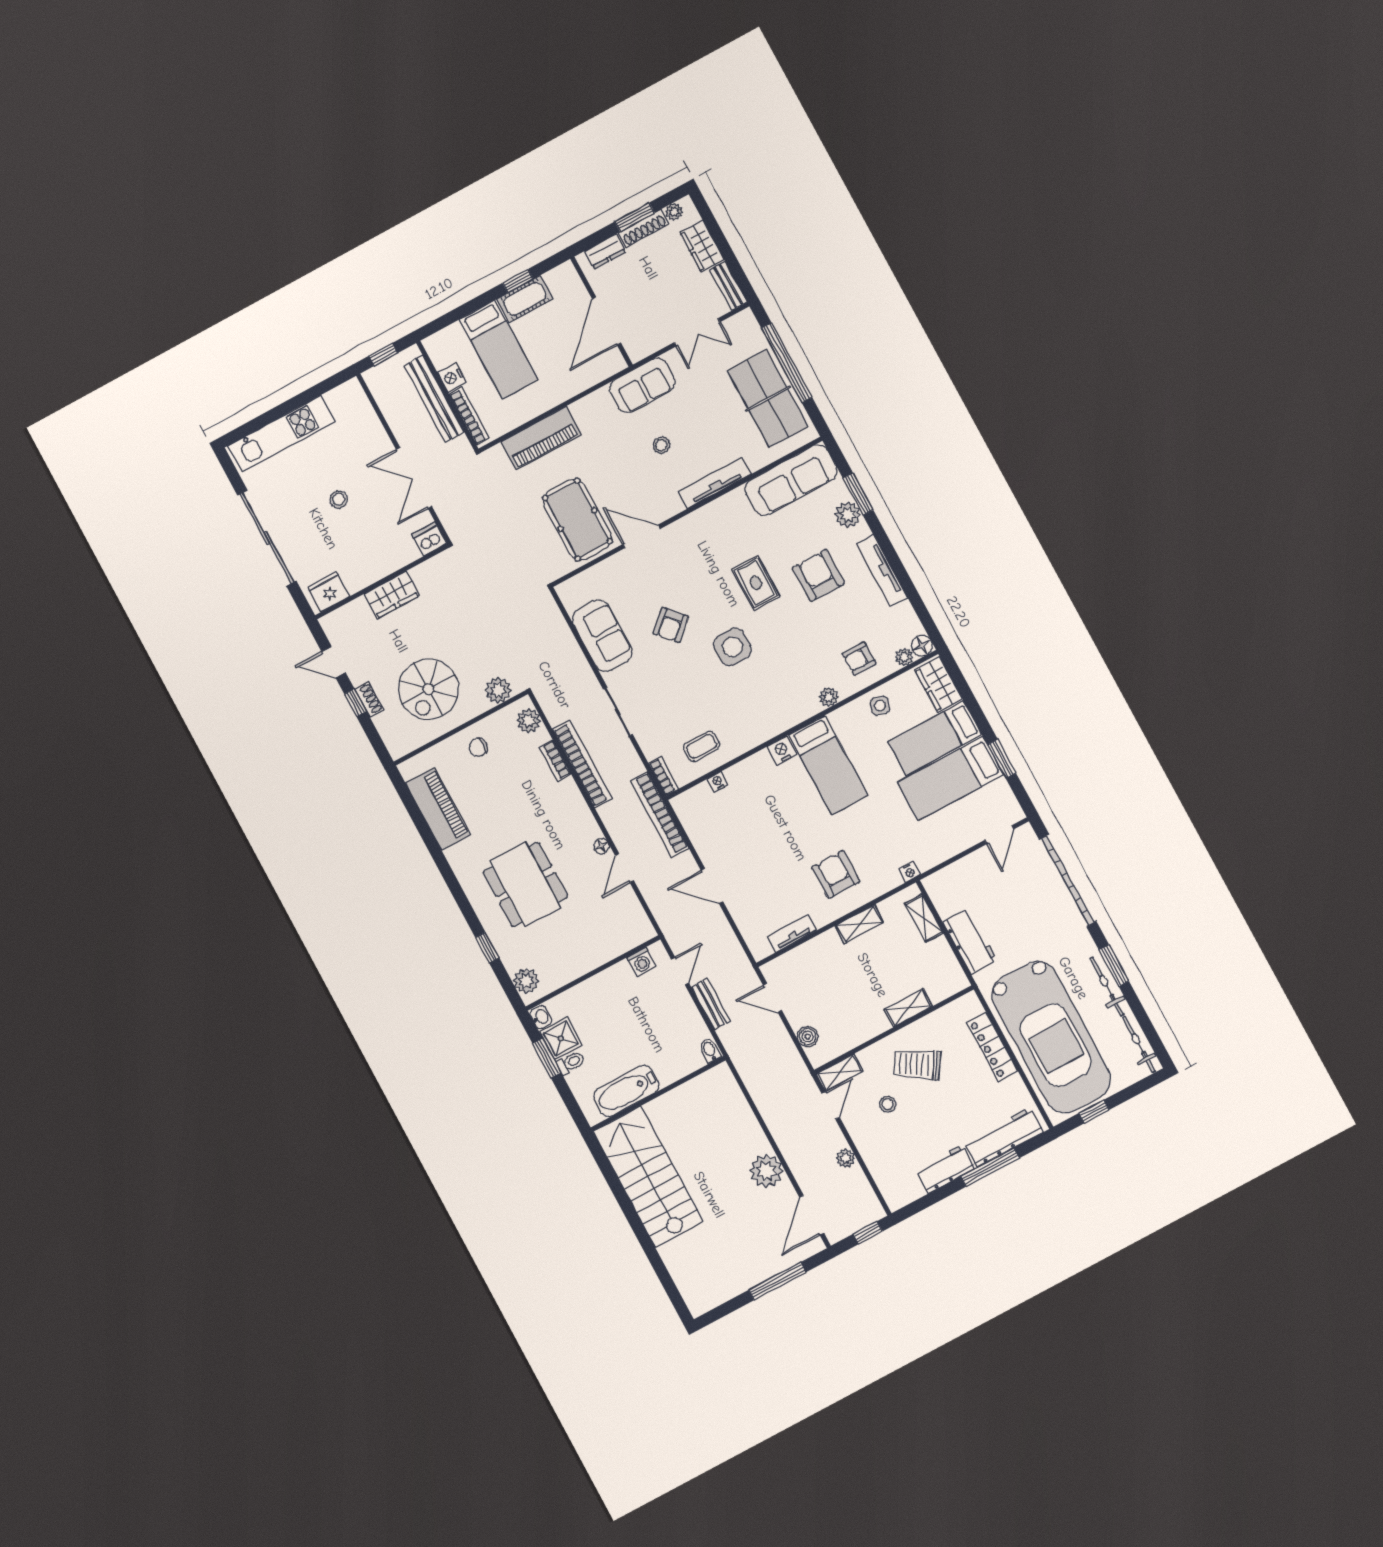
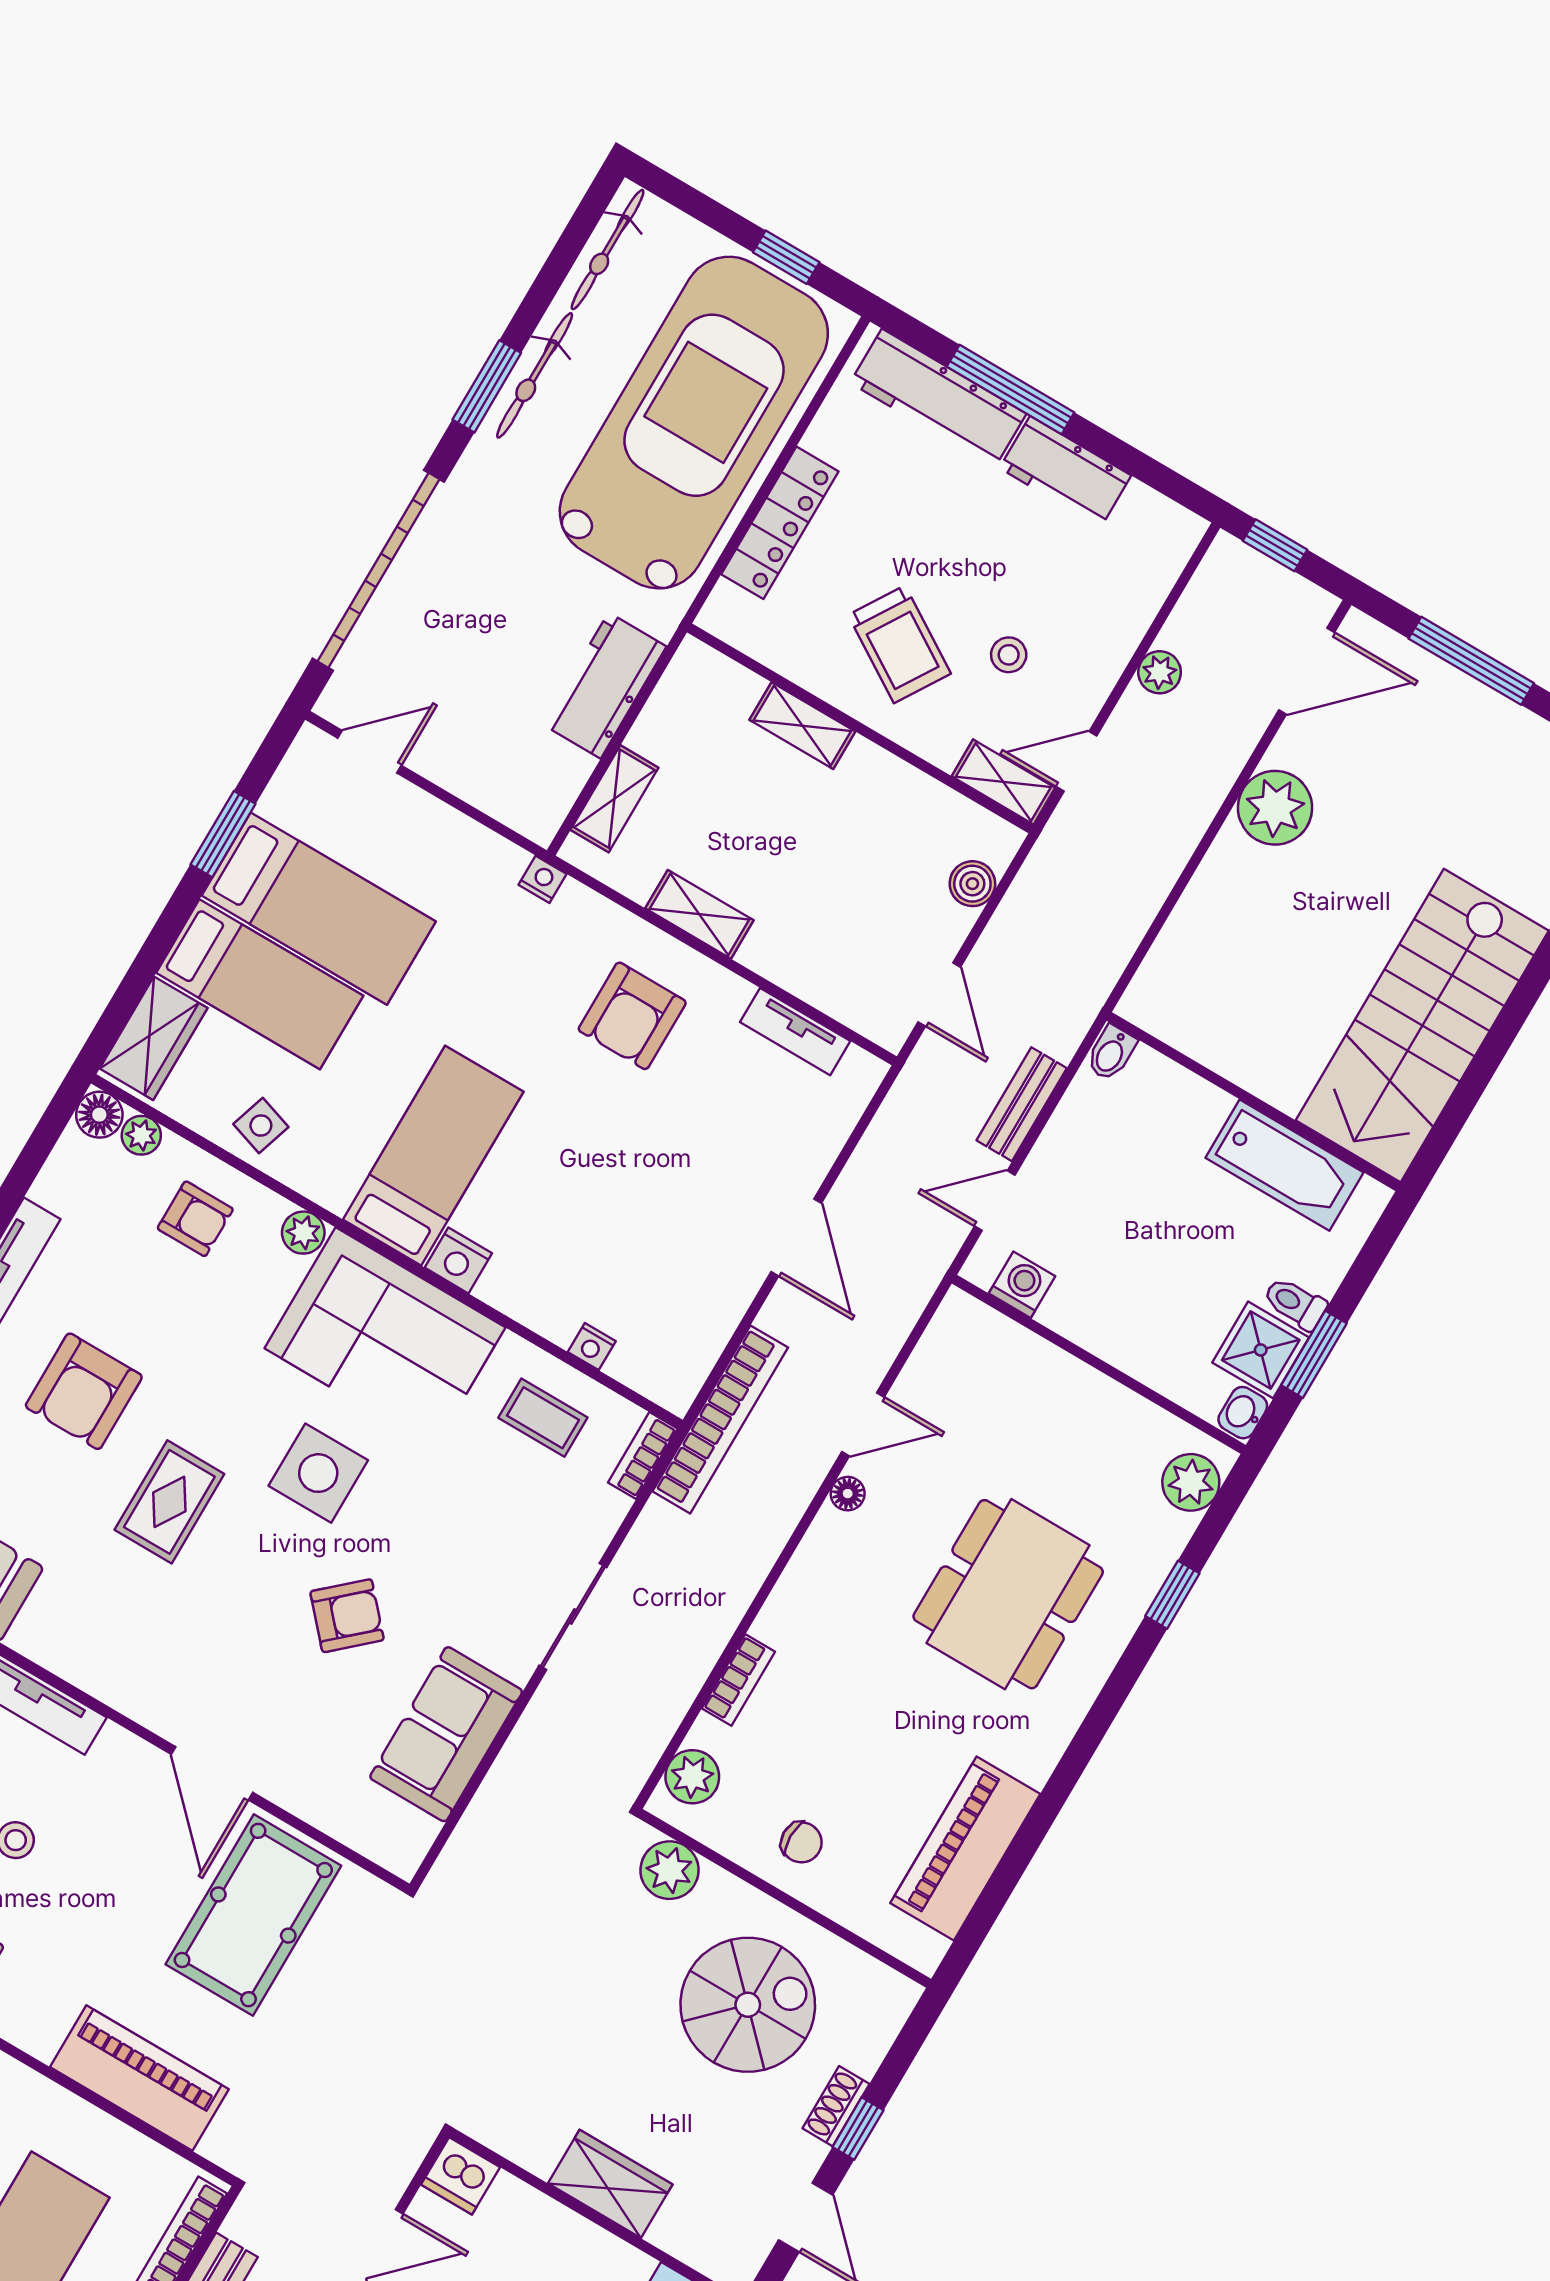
corner sofa: (769, 704) -> (385, 1338), added
bookcase: (582, 764) -> (713, 1624), removed

